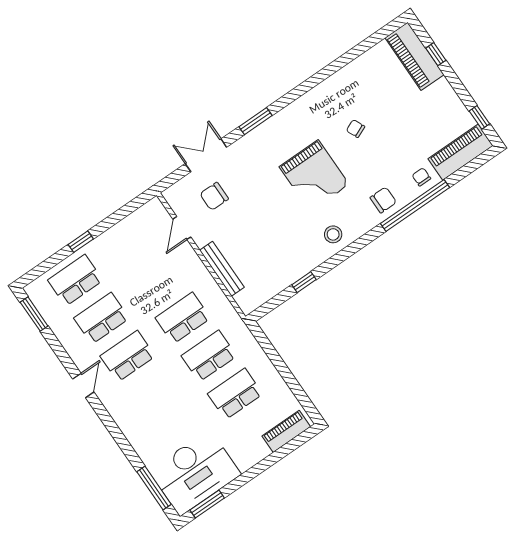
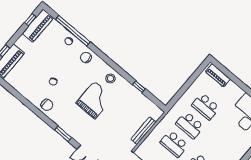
piano: (461, 152) -> (38, 26), moved, turned -90
grand piano: (314, 176) -> (95, 100), moved
chair: (214, 196) -> (47, 105), moved
window: (415, 206) -> (73, 31), moved

